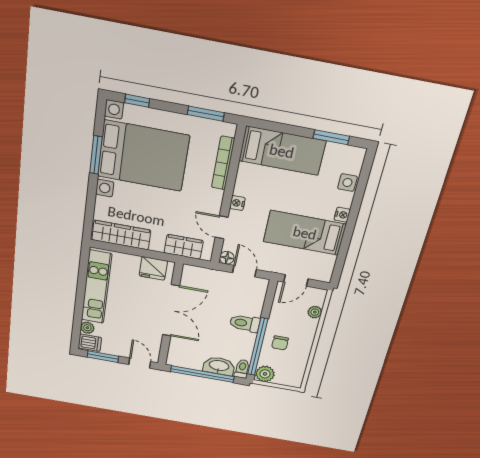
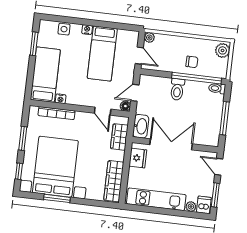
window: (206, 114) -> (23, 138), moved
nightstand: (237, 203) -> (61, 99), moved
door: (222, 227) -> (103, 111), hinge flipped
plant: (315, 312) -> (149, 38), moved
door: (140, 363) -> (219, 167), hinge flipped
washbasin: (219, 366) -> (141, 126), moved, turned 180
window: (202, 374) -> (225, 118), width x0.68
plant: (265, 374) -> (223, 50), moved

